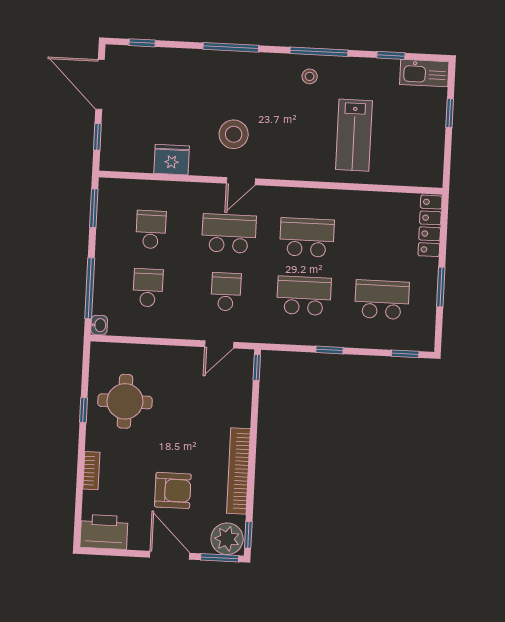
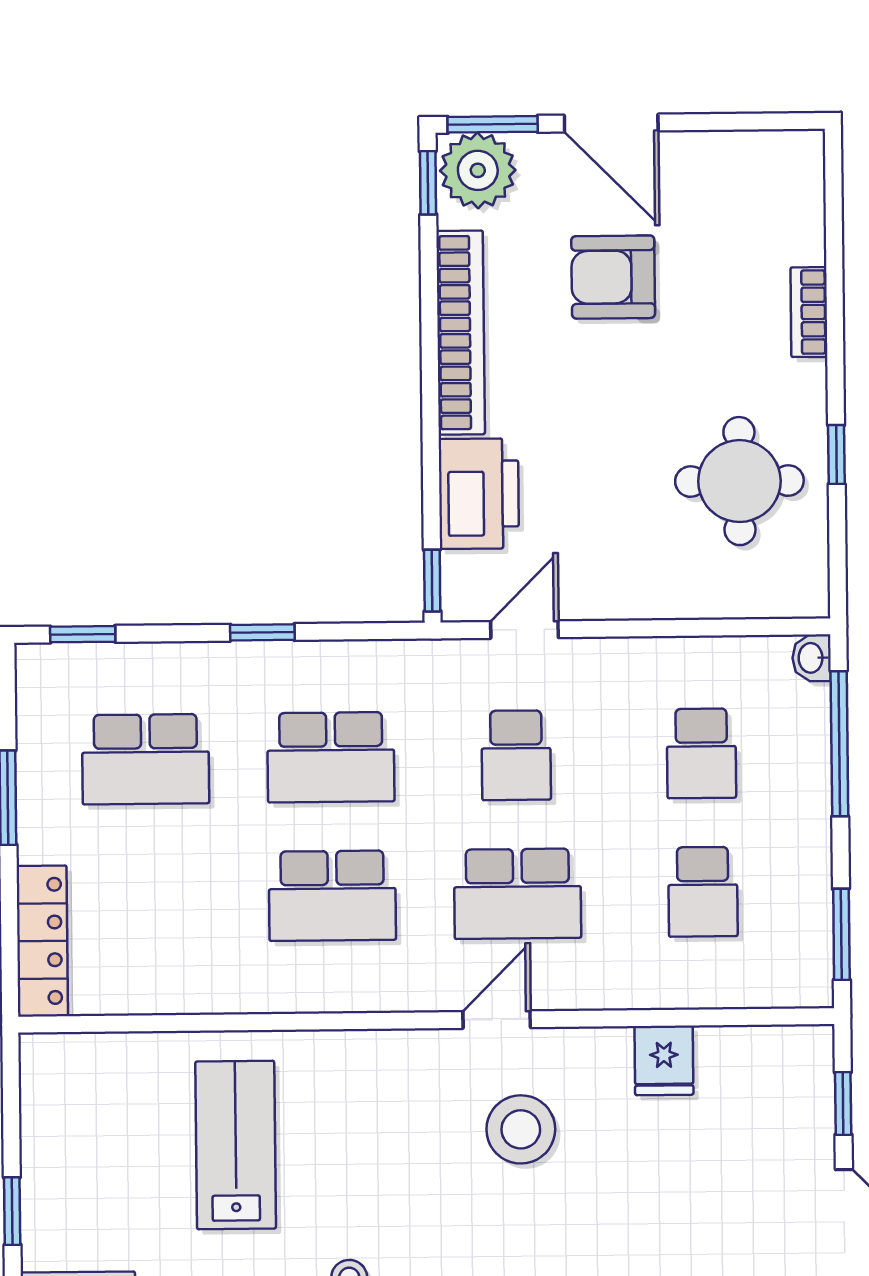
fridge: (172, 160) -> (664, 1060), width x0.72
printer: (104, 532) -> (479, 494), moved, turned -90

